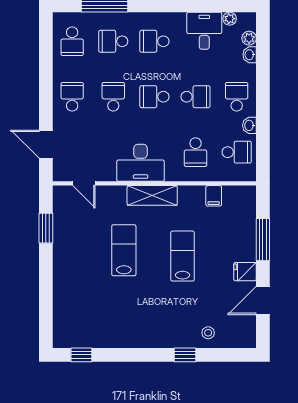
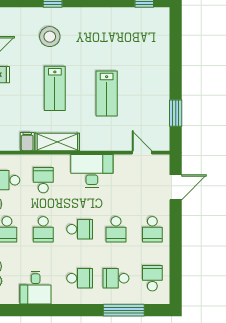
plant: (230, 19) -> (13, 298), removed
school desk: (113, 41) -> (116, 278), turned 180
school desk: (196, 97) -> (43, 229), turned -90
door: (46, 144) -> (176, 187), hinge flipped
shelving: (152, 195) -> (57, 142), moved
stool: (208, 333) -> (50, 37), moved, width x1.89, depth x1.89

